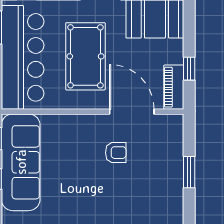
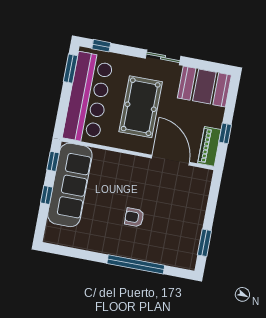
armchair: (116, 153) -> (134, 217), moved, turned 180
window: (189, 172) -> (204, 243), moved

